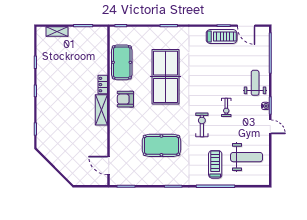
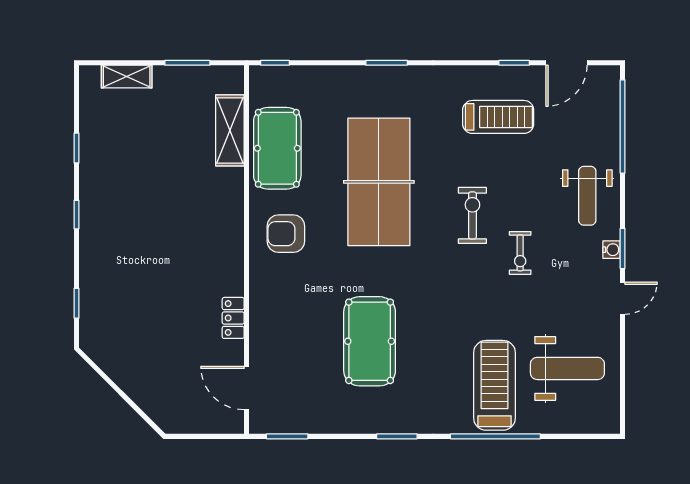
door: (246, 26) -> (567, 63), hinge flipped
treadmill: (222, 36) -> (498, 117), moved
weight bench: (255, 83) -> (587, 196), turned 180
locker: (103, 85) -> (233, 318), moved
shelving: (101, 110) -> (230, 130), moved
exercise bike: (202, 125) -> (472, 215), moved
door: (270, 127) -> (623, 298), hinge flipped
pool table: (161, 145) -> (370, 341), turned 90
treadmill: (215, 164) -> (494, 385), width x1.37, depth x1.38

